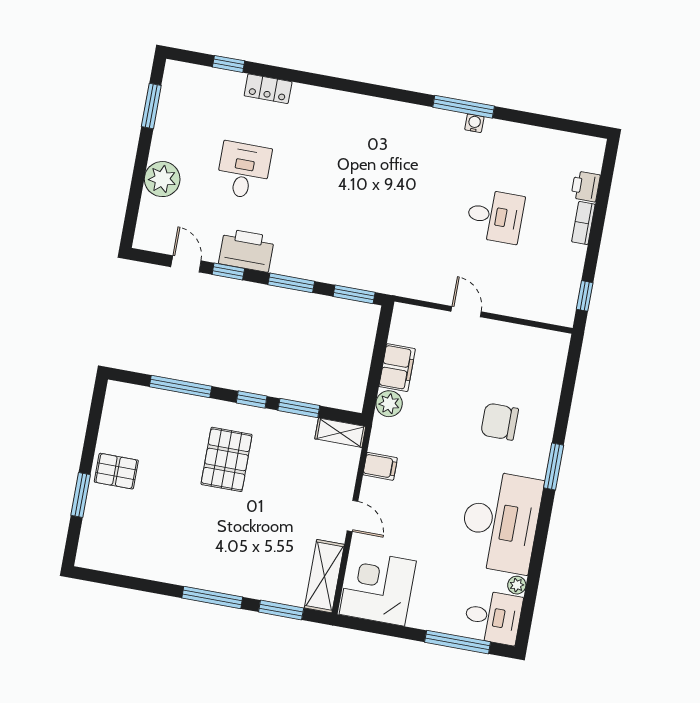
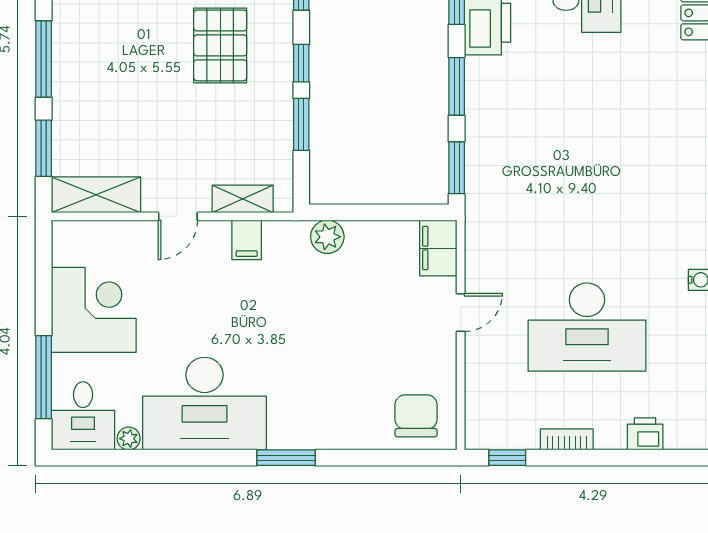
desk: (495, 216) -> (587, 327), width x1.87, depth x1.30
bookcase: (583, 223) -> (567, 439), moved
filing cabinet: (397, 368) -> (438, 248), moved, turned 90
chair: (500, 422) -> (416, 416), moved
shelving: (340, 433) -> (243, 199), moved, turned 90
pallet: (227, 459) -> (220, 45), turned 90
corner desk: (378, 588) -> (94, 310), moved

